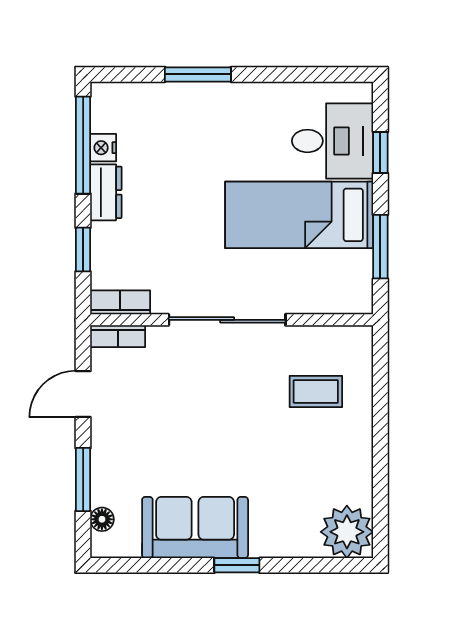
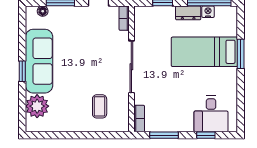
bed: (299, 215) -> (204, 52), moved, turned -90
bookcase: (120, 302) -> (139, 119), moved
sofa: (195, 527) -> (39, 61), width x1.36
plant: (347, 532) -> (37, 106), moved

